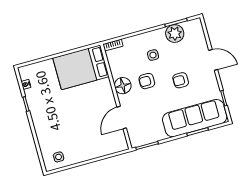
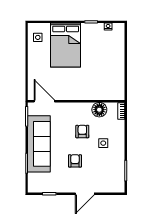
plant: (175, 34) -> (117, 167), removed
bed: (81, 67) -> (66, 45), moved, turned 180
floor lamp: (123, 86) -> (99, 110), moved
door: (122, 118) -> (44, 101), moved
sofa: (195, 118) -> (39, 144), moved

